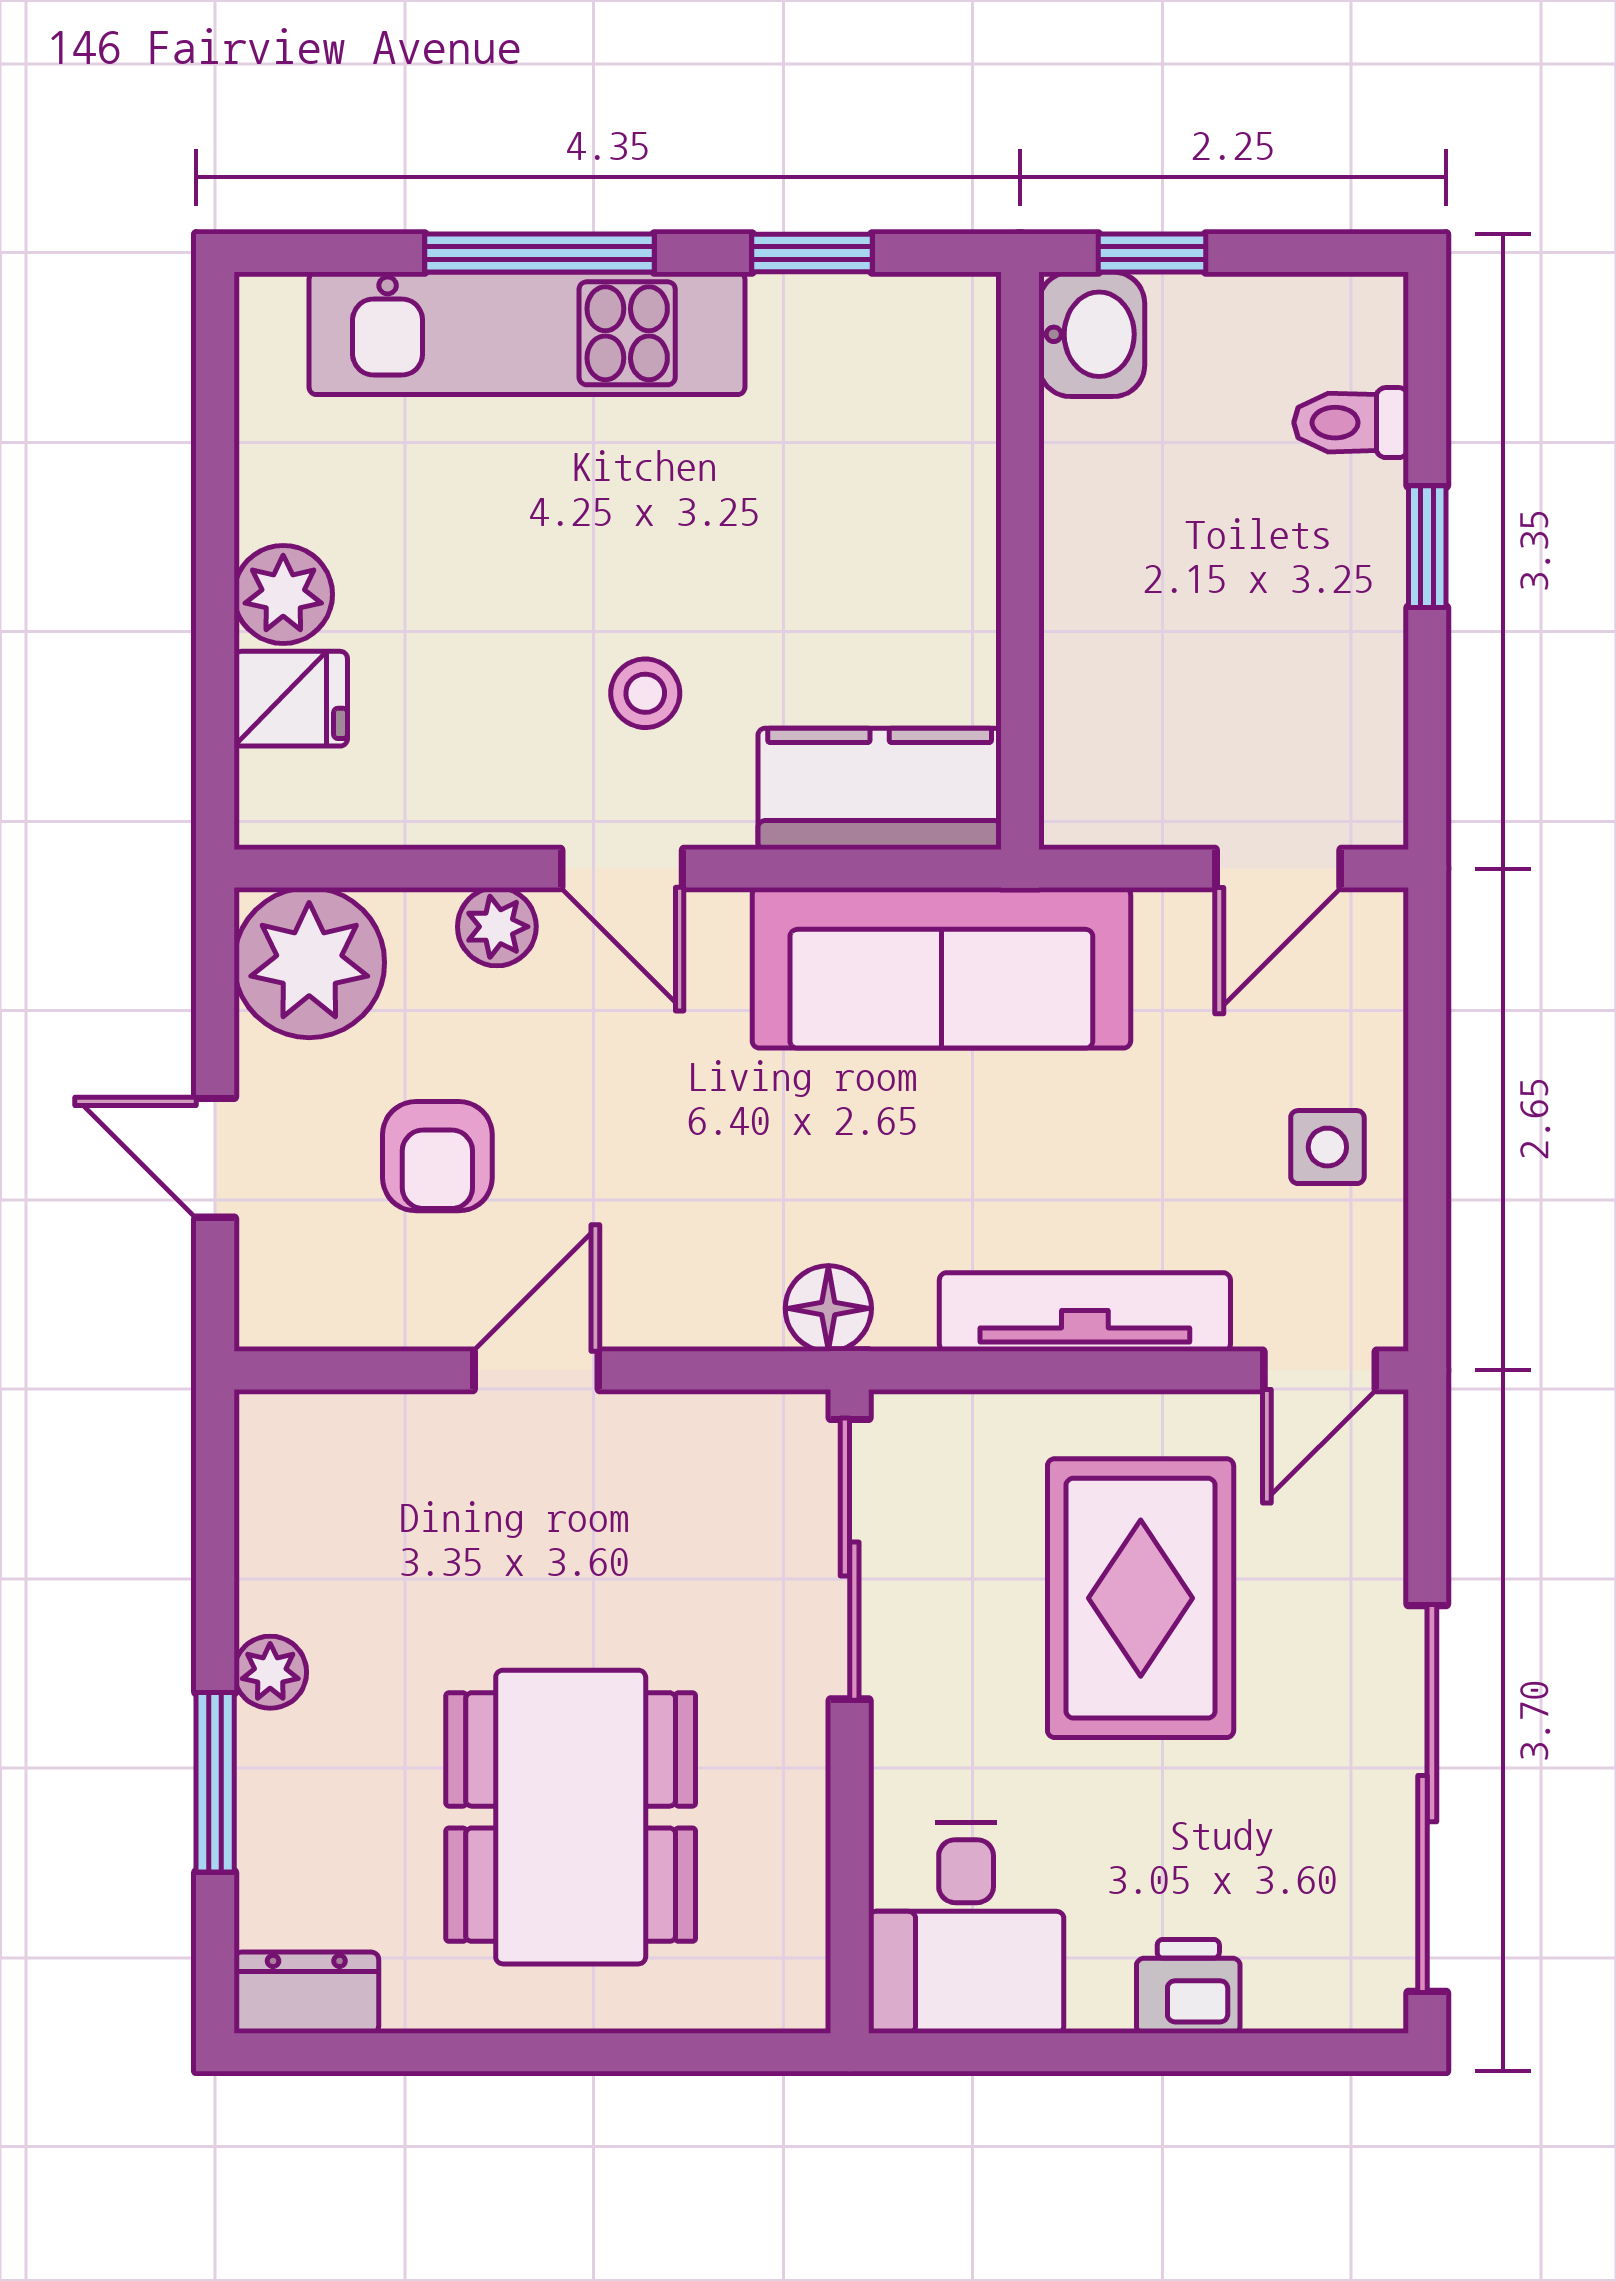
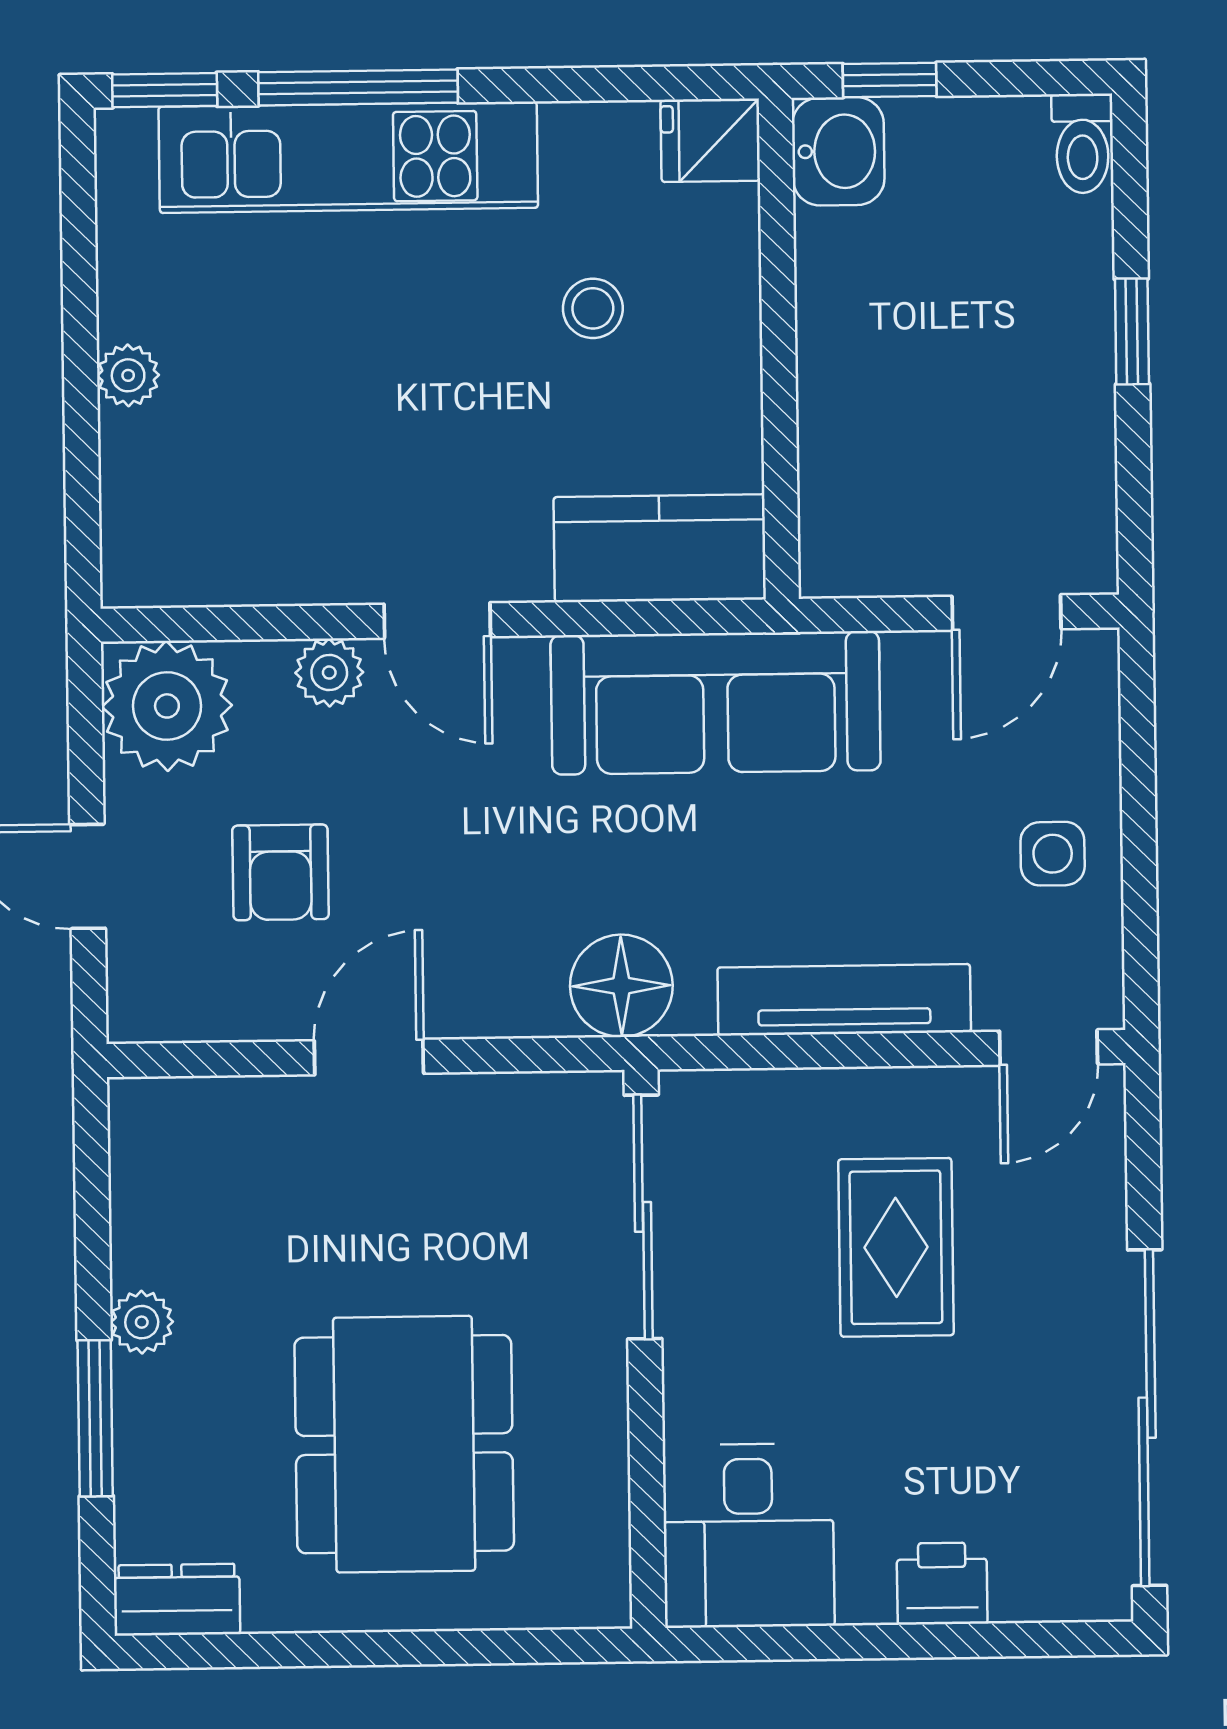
window: (812, 253) -> (165, 90), moved
toilet: (1351, 423) -> (1082, 143), moved, turned -90
plant: (283, 594) -> (128, 375), width x0.73, depth x0.73
stool: (645, 693) -> (593, 308), moved
fridge: (291, 699) -> (710, 140), moved, turned 180
floor lamp: (828, 1308) -> (621, 986), width x1.38, depth x1.38
rug: (1141, 1598) -> (896, 1247), width x0.73, depth x0.70

